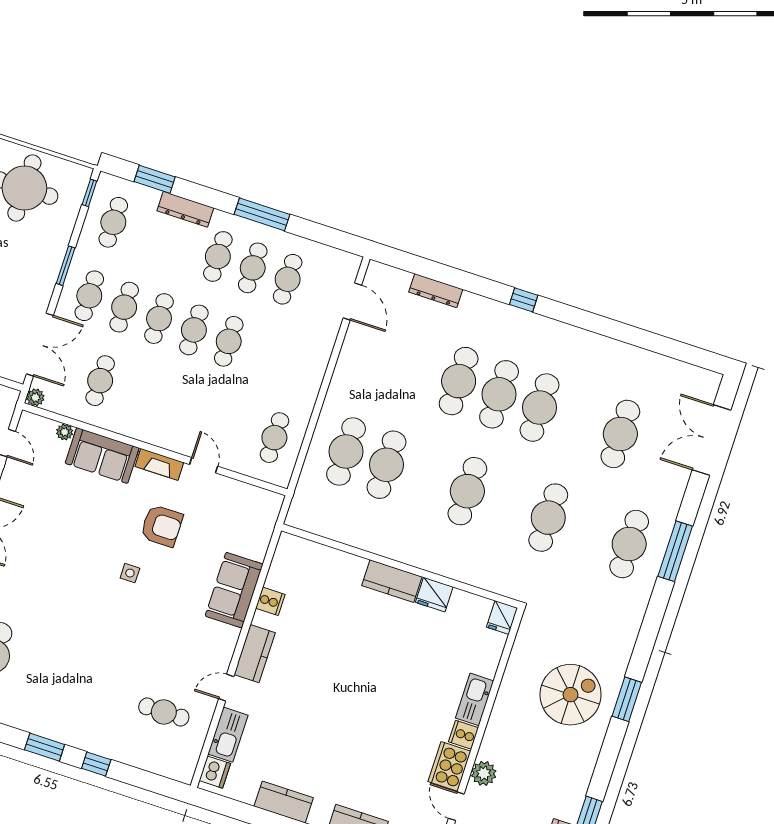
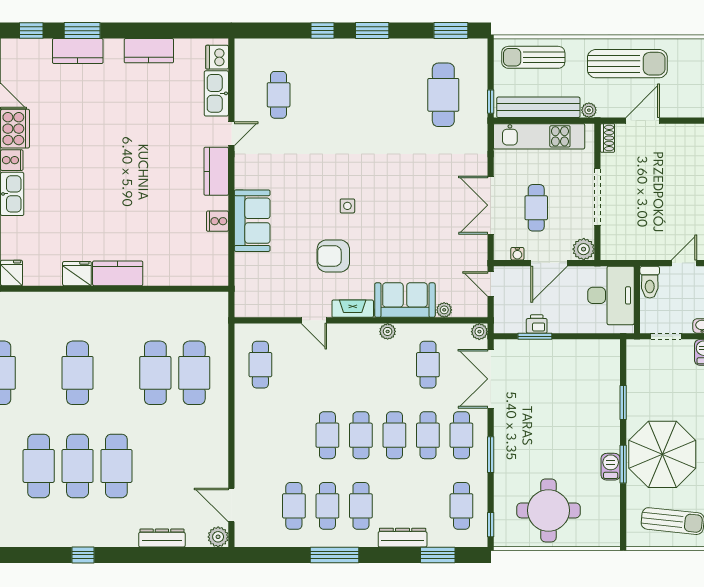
plant: (377, 273) -> (218, 537), added
plant: (131, 429) -> (388, 331), added
cafe table: (164, 712) -> (279, 95), turned 90

